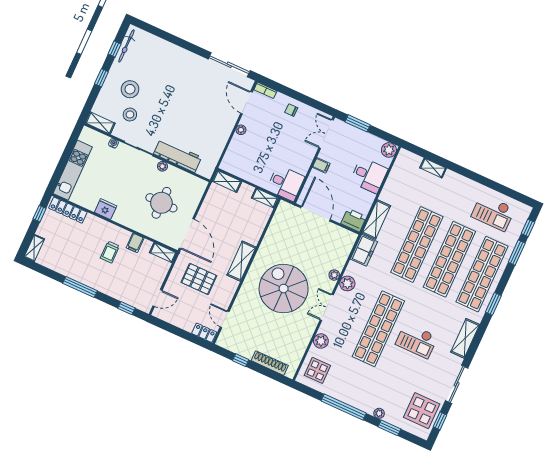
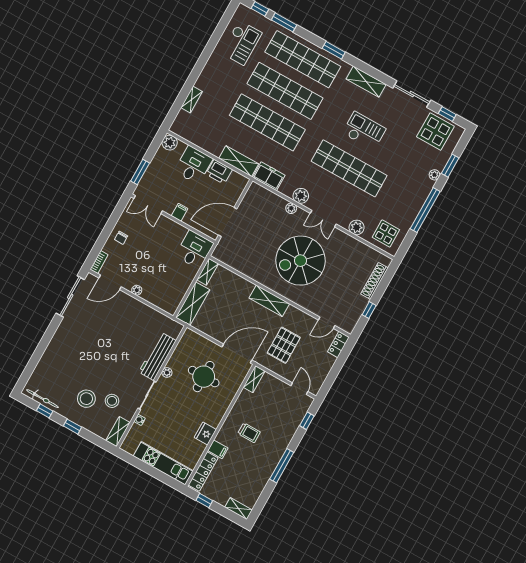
shelving: (227, 181) -> (193, 304), width x1.50, depth x1.33
printer: (354, 220) -> (219, 172), moved, turned -90
filing cabinet: (135, 243) -> (218, 449), moved
checkout: (416, 340) -> (364, 131), turned -90

